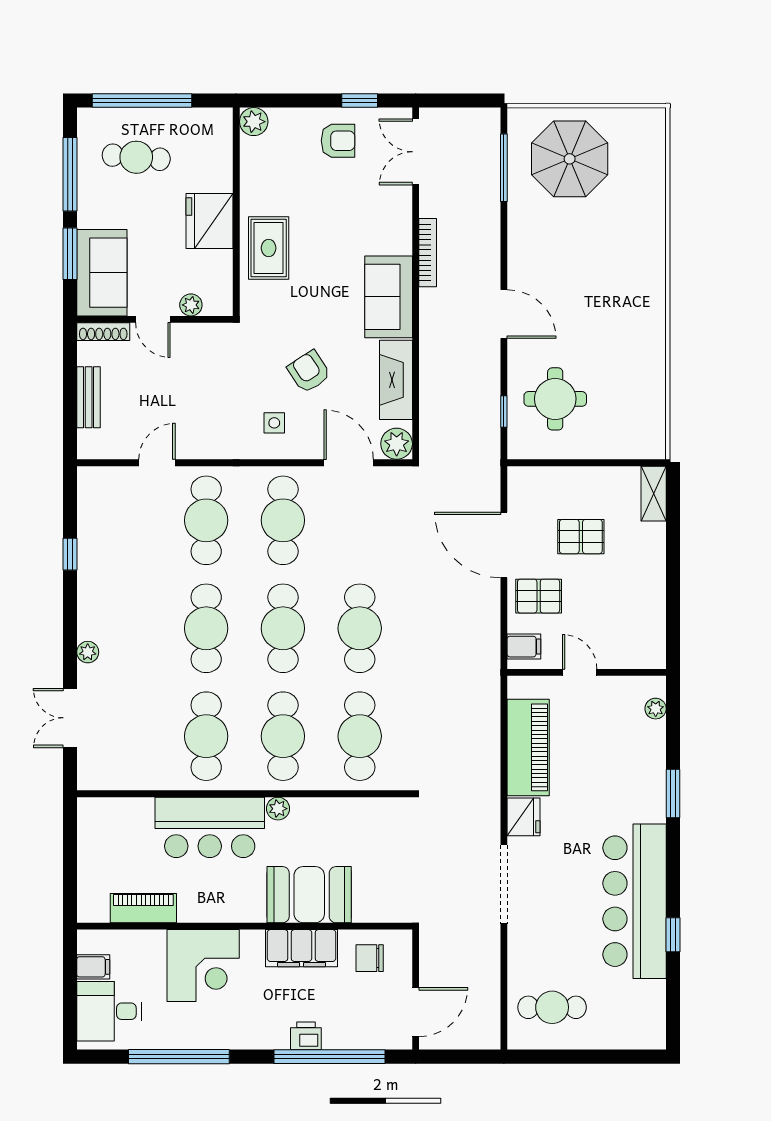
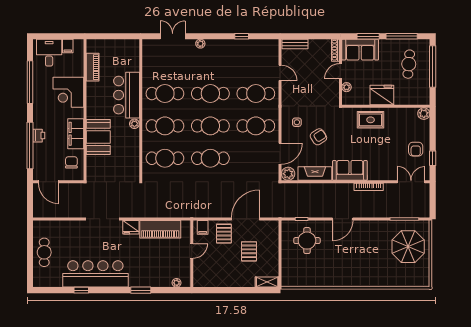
bench: (89, 397) -> (295, 44), moved
cafe table: (552, 1007) -> (44, 252), moved

